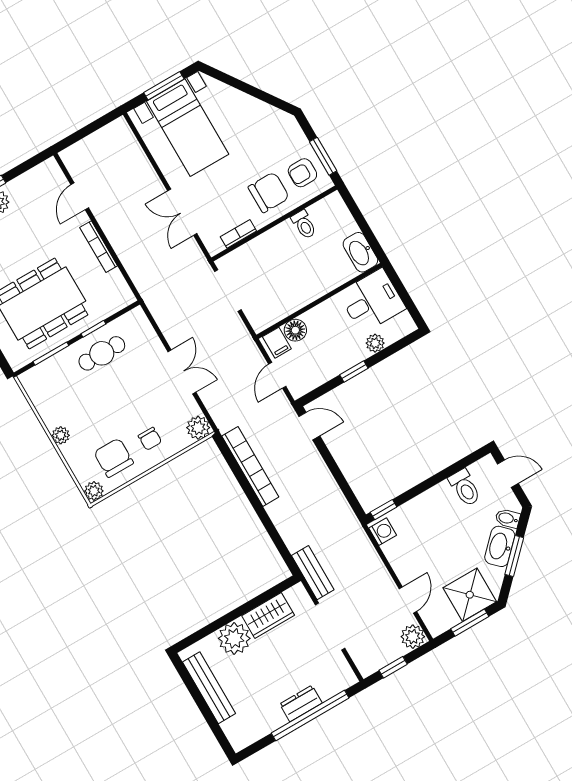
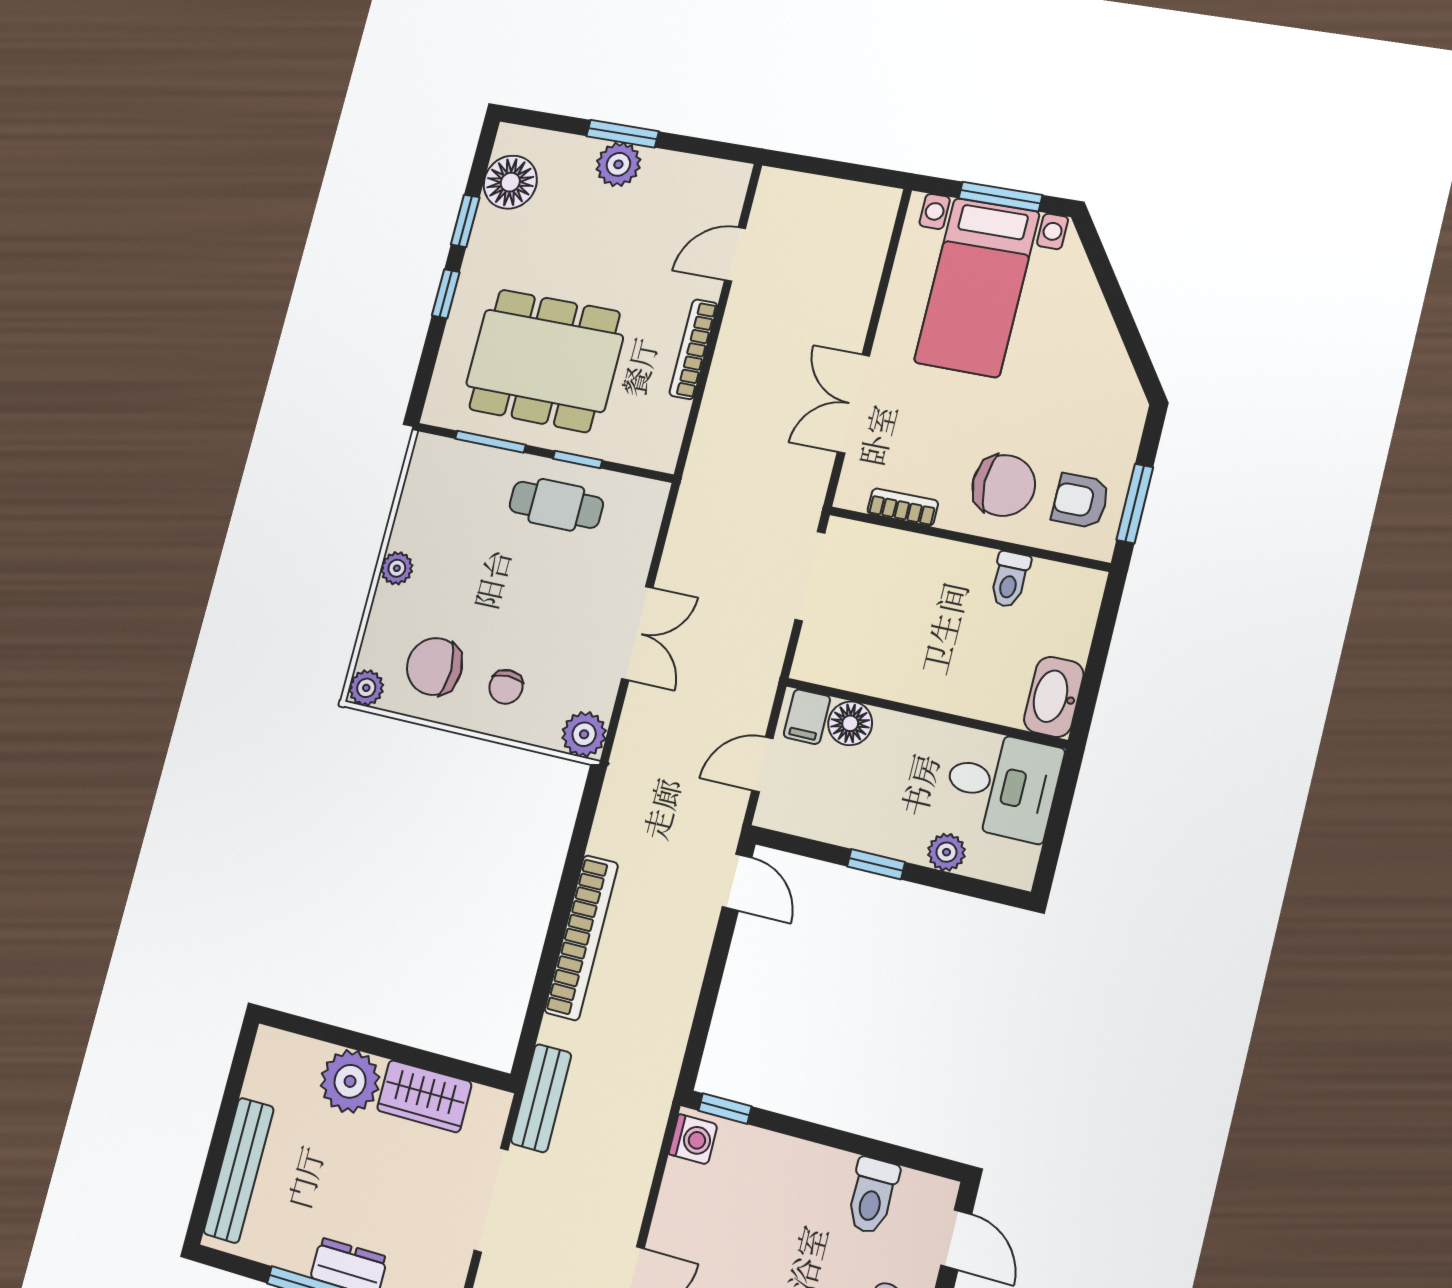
chair: (114, 458) -> (434, 667), turned -90
bookcase: (250, 466) -> (581, 938), moved
bench: (209, 688) -> (239, 1170), moved

